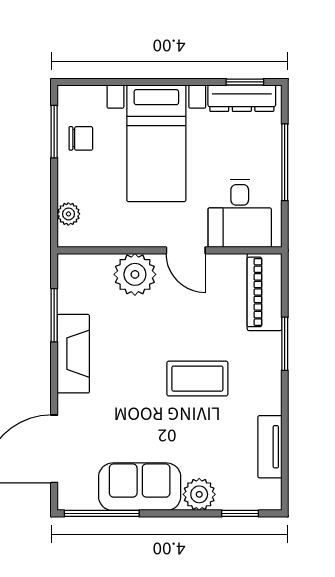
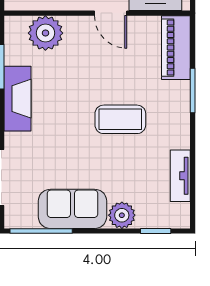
plant: (135, 274) -> (45, 33), moved

